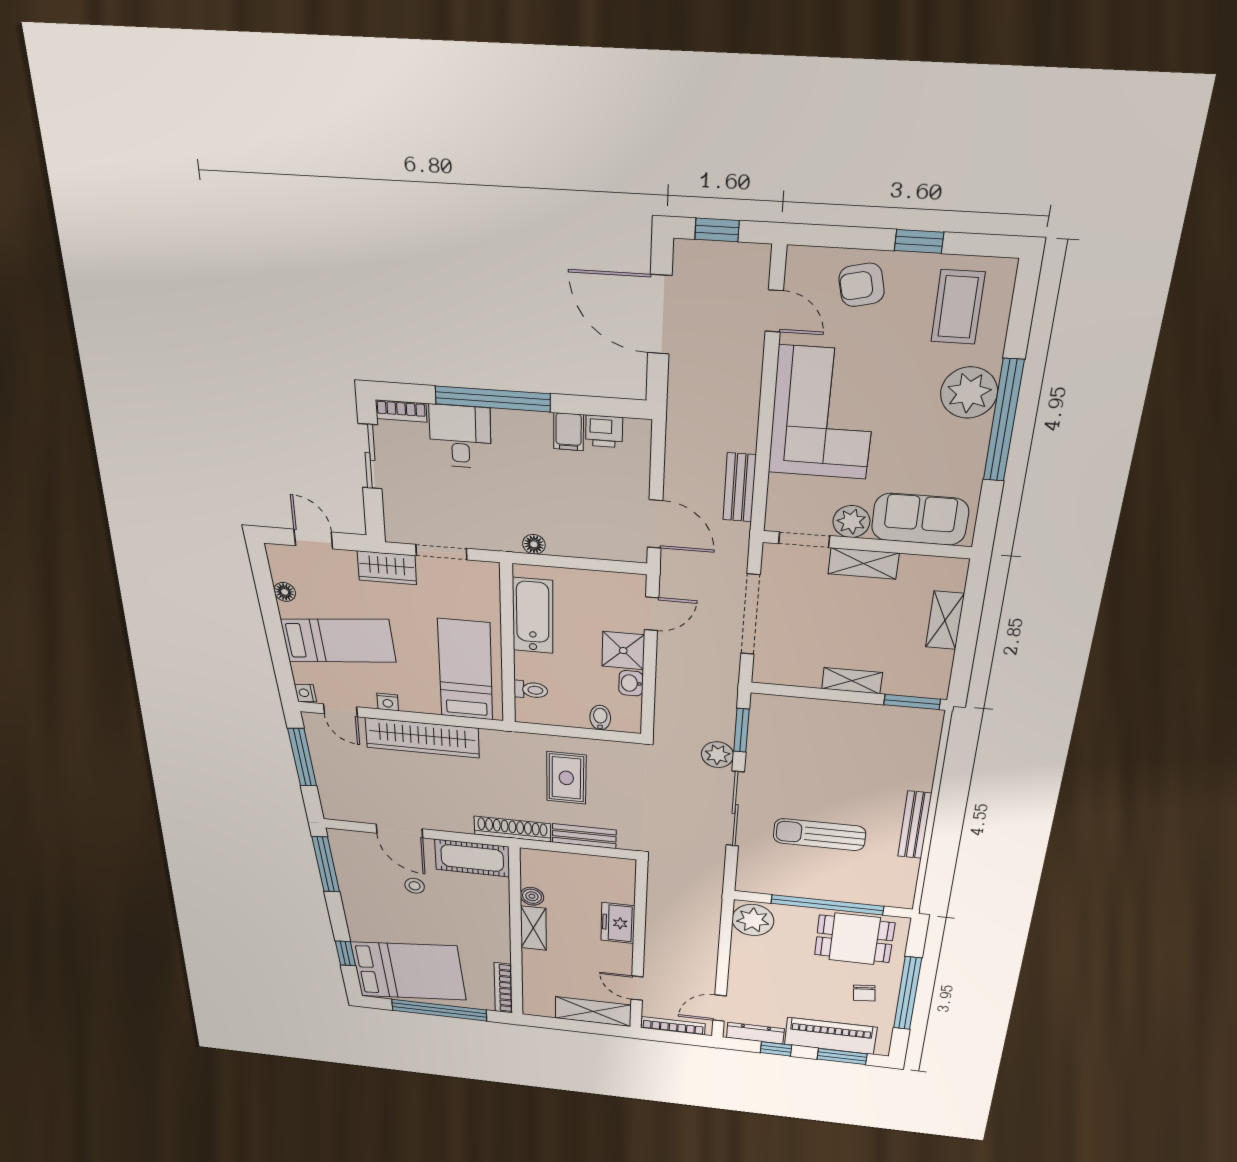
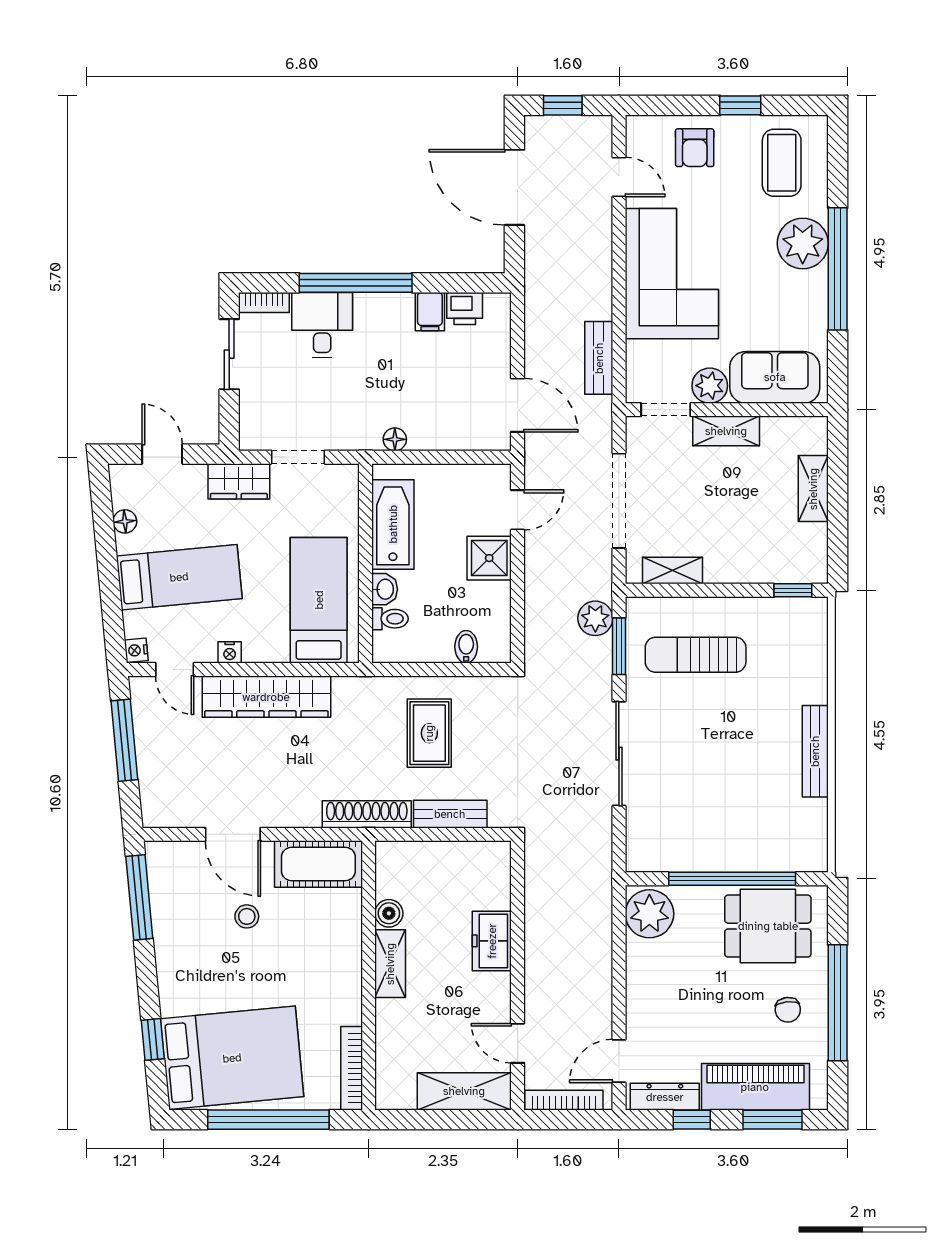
armchair: (862, 285) -> (695, 148), turned -77
shelving: (852, 681) -> (672, 570), moved
washbasin: (631, 683) -> (385, 589), moved, turned 180
window: (912, 702) -> (793, 590), width x0.67
plant: (717, 755) -> (595, 618), moved
sun lounger: (819, 835) -> (696, 655), moved

